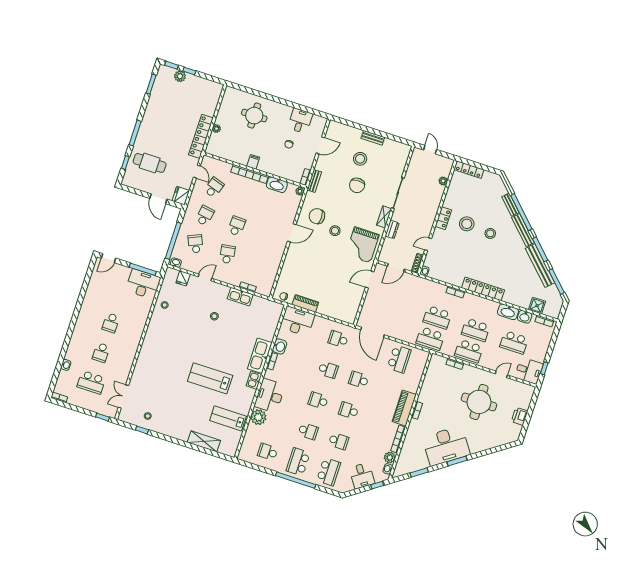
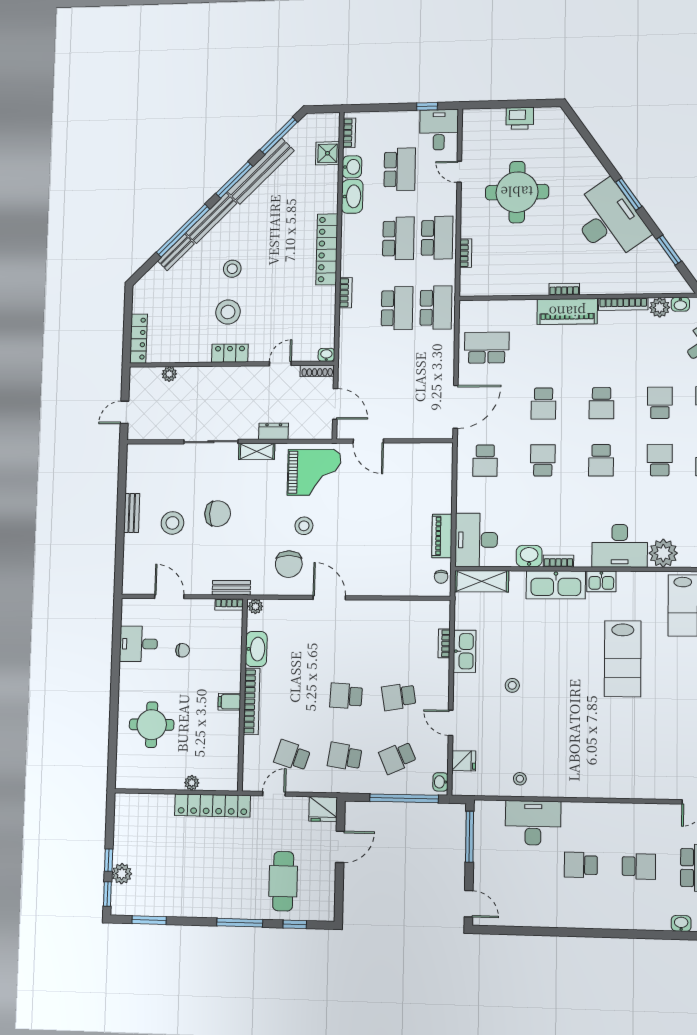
door: (428, 244) -> (280, 364), swing flipped
desk: (143, 284) -> (533, 823), moved, turned 90
shelving: (274, 317) -> (482, 581), added
school desk: (111, 323) -> (581, 865), turned 180

